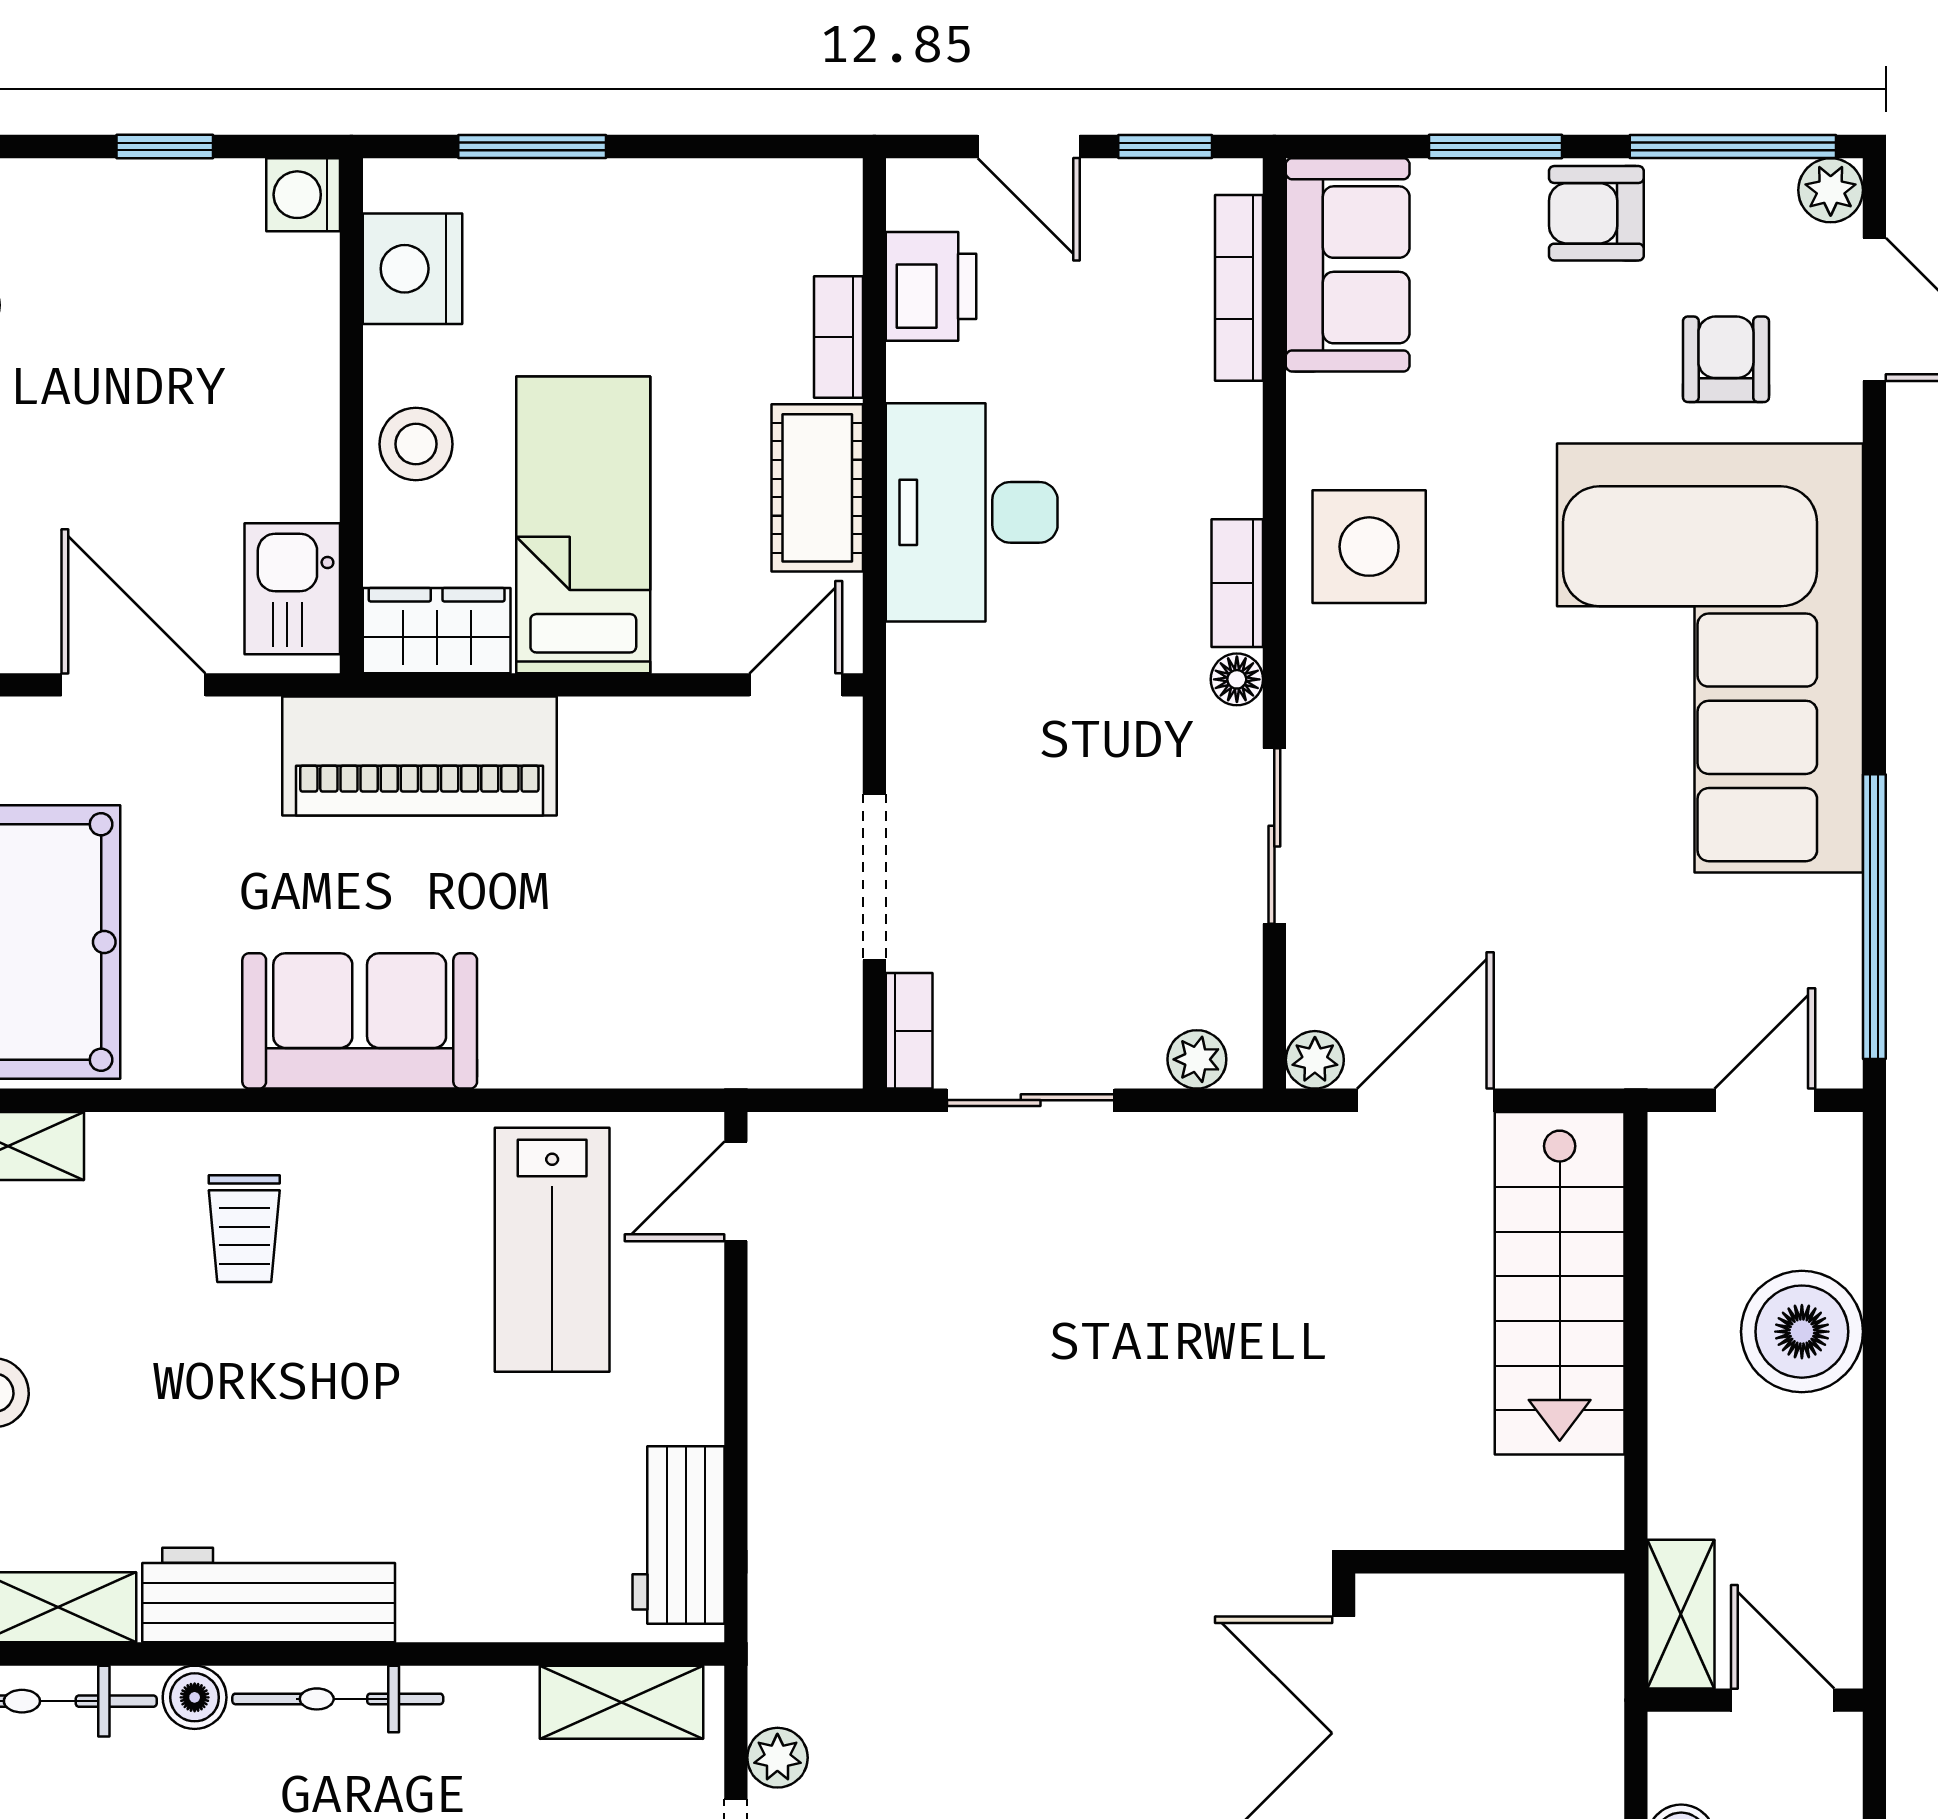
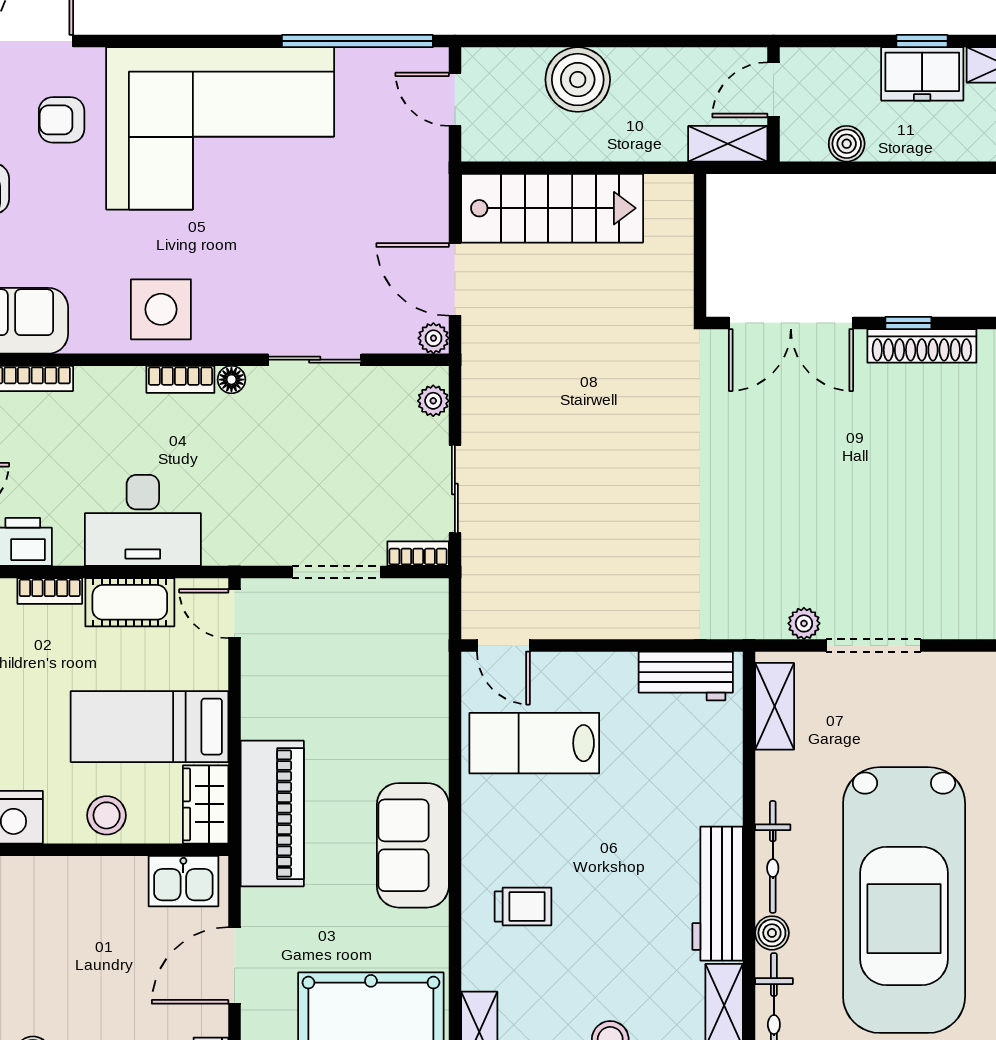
lab bench: (552, 1250) -> (534, 743), turned 180

